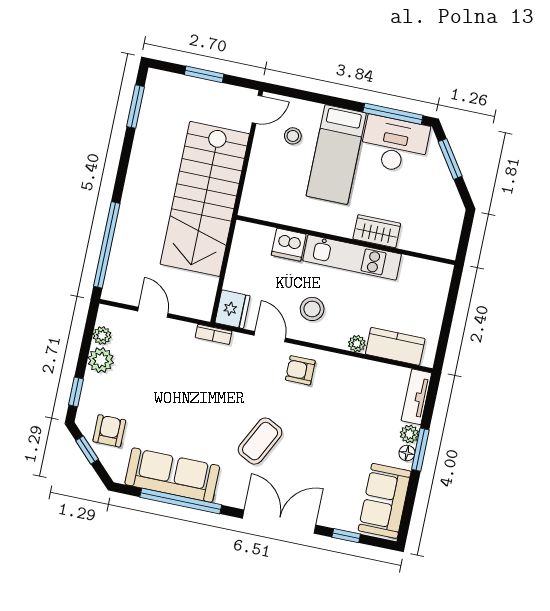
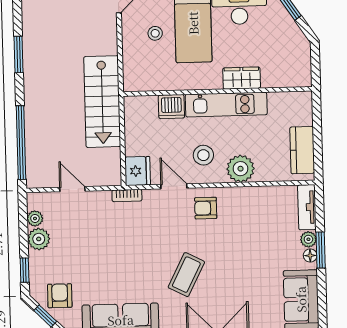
window: (136, 107) -> (19, 55), moved
stool: (293, 136) -> (155, 33), moved
stairs: (205, 199) -> (102, 102), width x0.73, depth x0.66
plant: (357, 344) -> (241, 169), width x1.88, depth x1.88
kitchen counter: (395, 346) -> (302, 150), moved, turned -90

